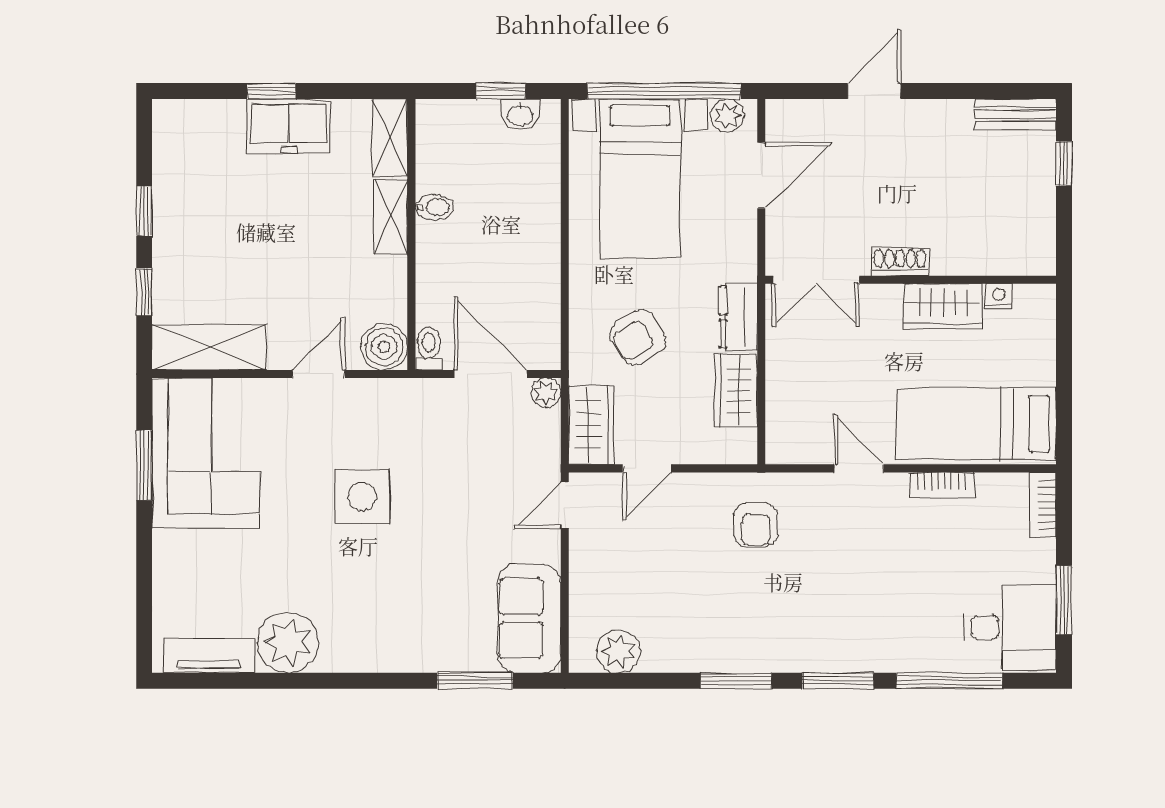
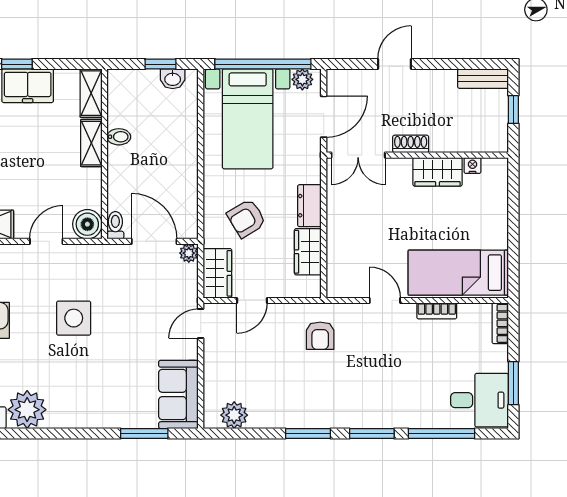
shoe rack: (900, 262) -> (411, 144), moved
double door: (816, 280) -> (358, 155), moved
wall: (911, 280) -> (417, 155), moved
nightstand: (999, 296) -> (472, 166), moved
wardrobe: (943, 306) -> (438, 172), moved

